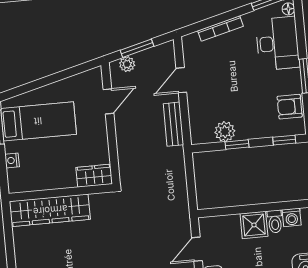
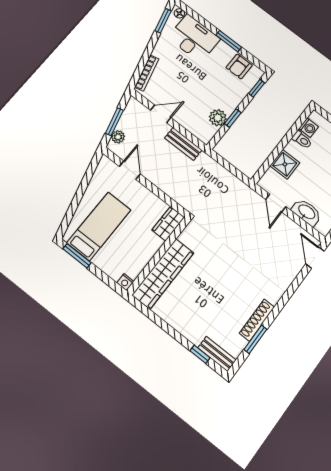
bookcase: (220, 28) -> (147, 73), moved
door: (181, 80) -> (161, 114), swing flipped
nightstand: (12, 160) -> (125, 282), moved
shower: (254, 225) -> (285, 164), moved

